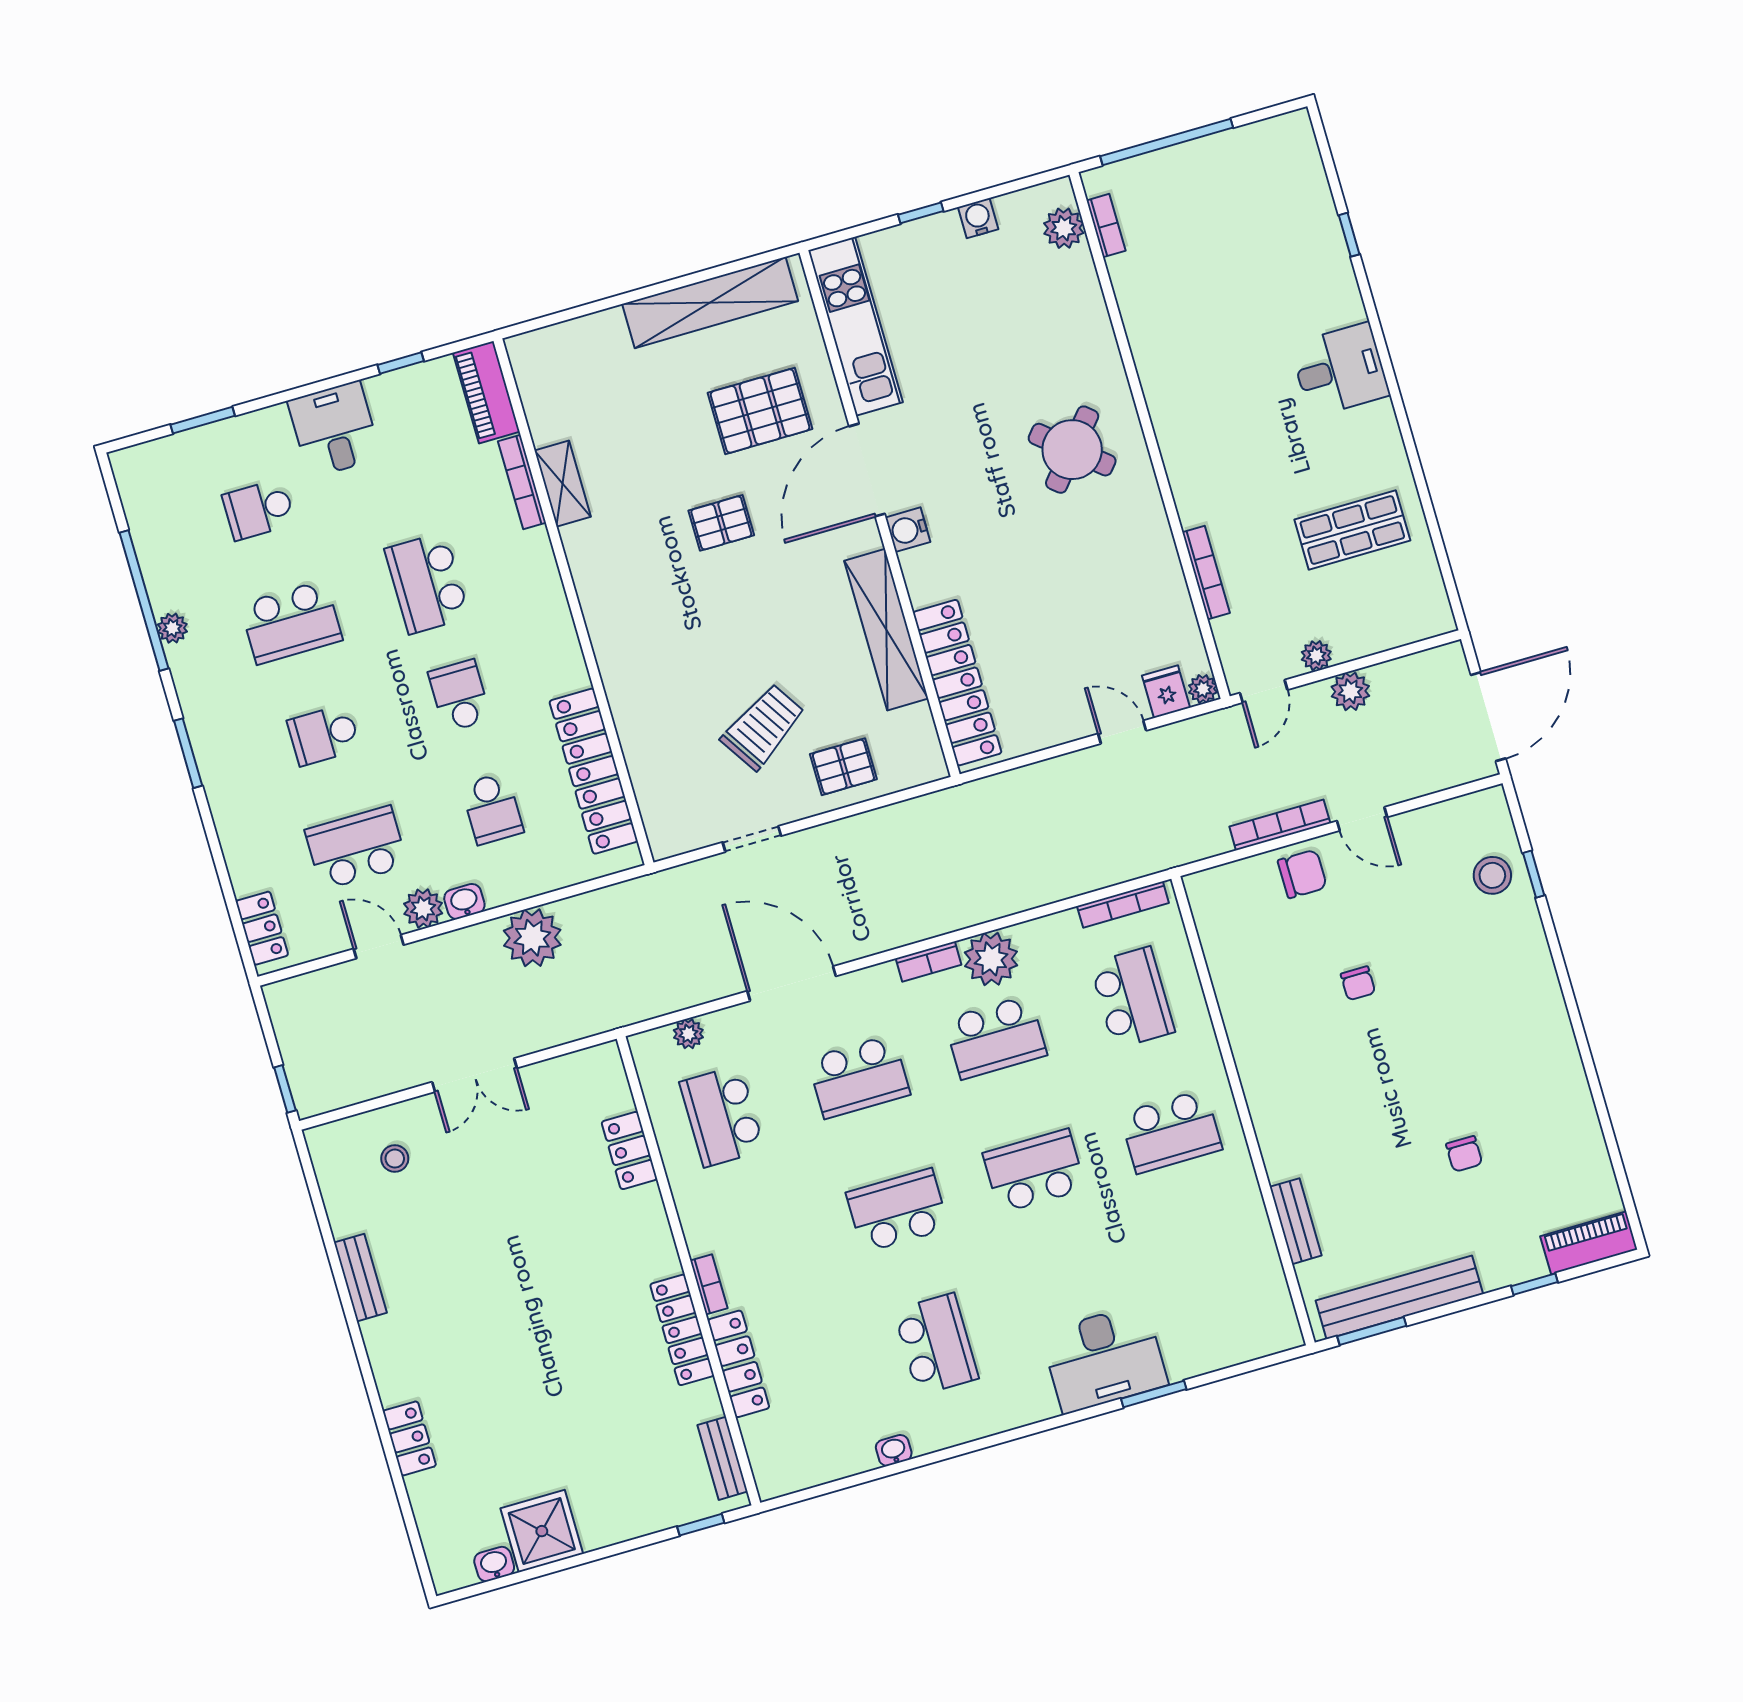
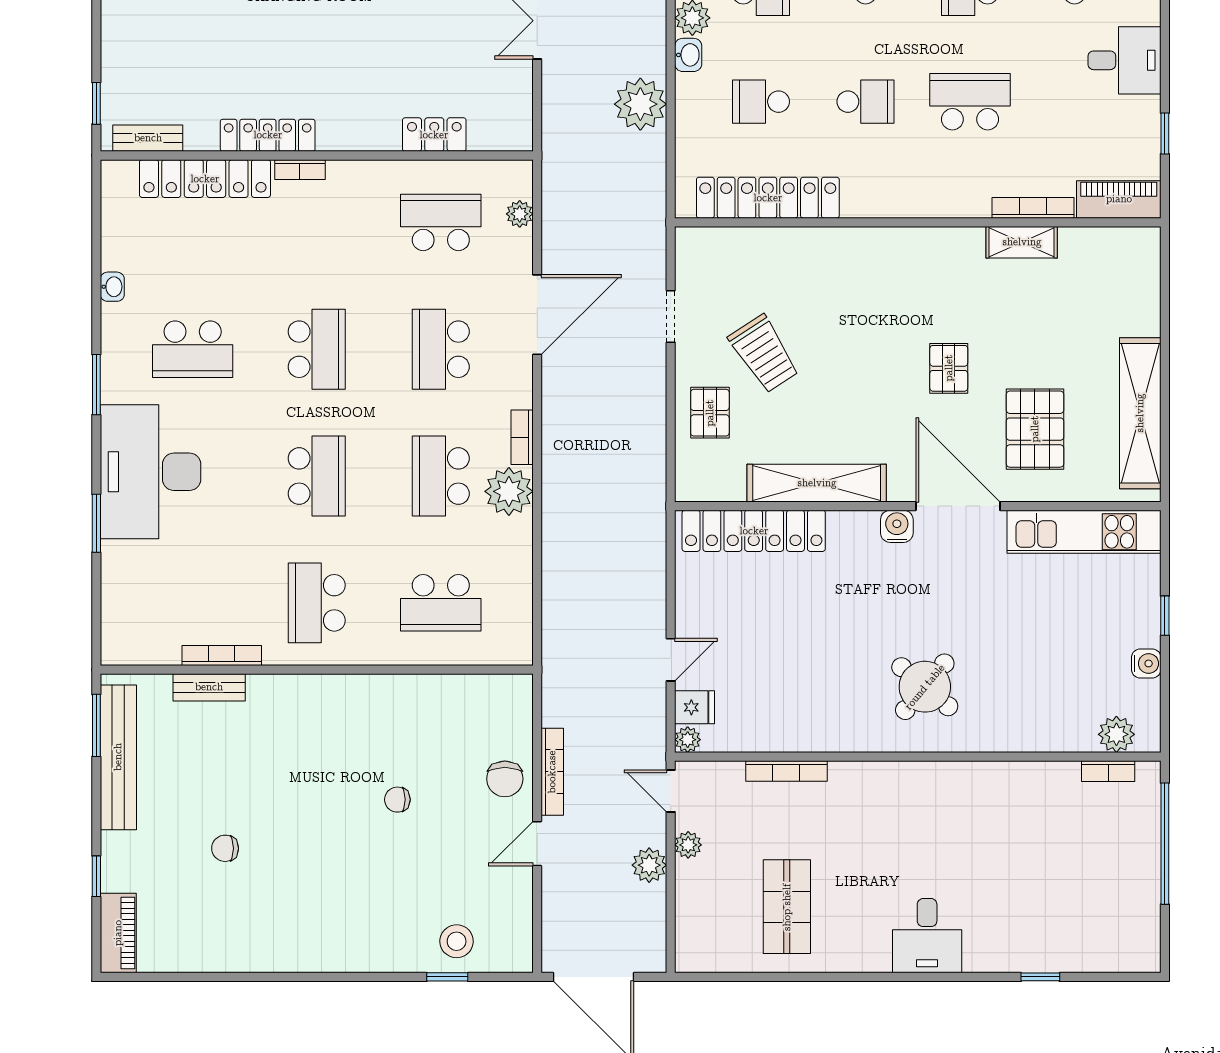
bookcase: (1123, 904) -> (222, 656), moved, turned 90
desk: (1104, 1358) -> (151, 472), width x1.36, depth x1.30
locker: (738, 1364) -> (205, 179), width x1.41, depth x1.21
window: (1004, 1437) -> (96, 385), added

